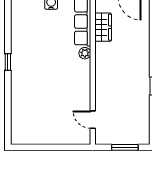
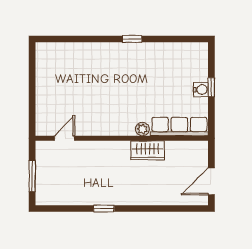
wardrobe: (103, 27) -> (147, 150), moved

